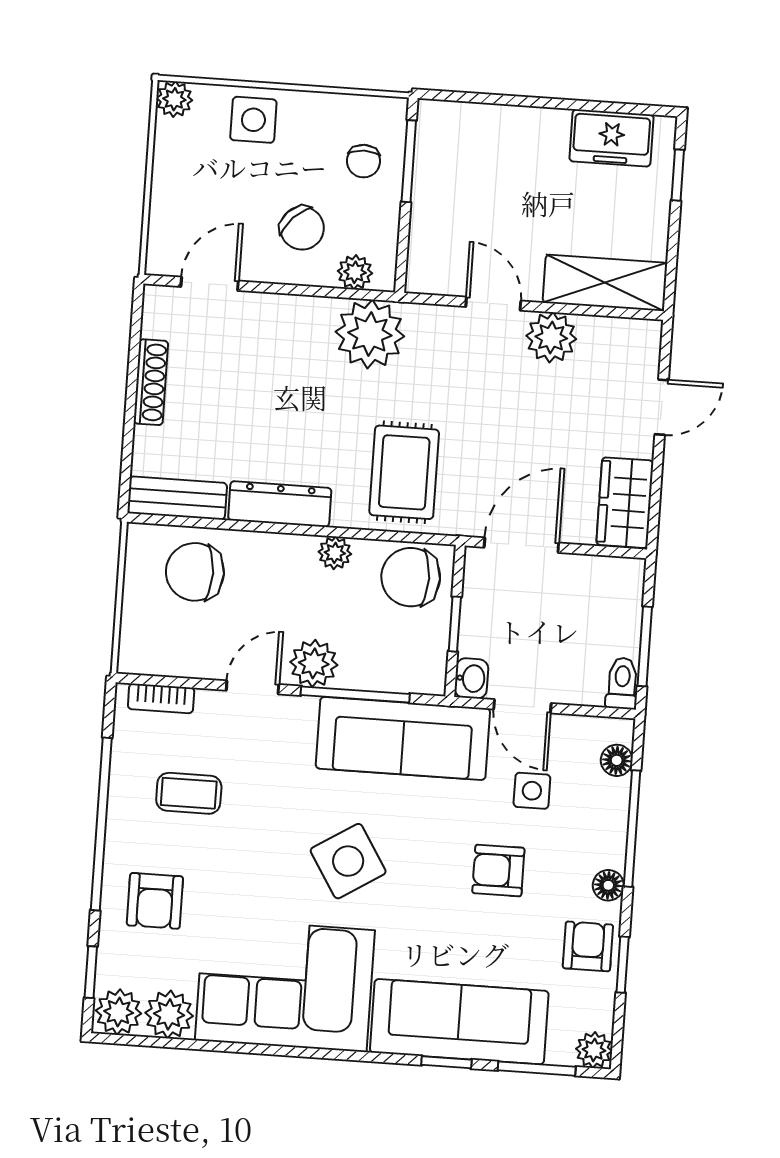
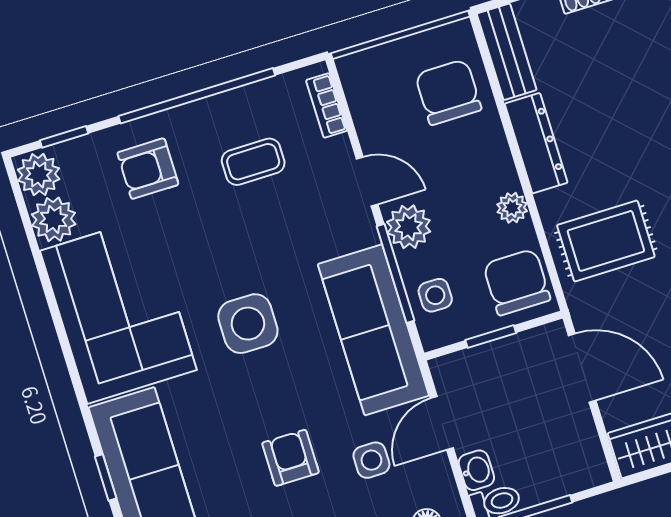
side table: (392, 663) -> (435, 295), added
washbasin: (471, 678) -> (476, 470), moved, turned -90
coffee table: (189, 793) -> (253, 162), turned 90
side table: (348, 861) -> (248, 324), turned 32

